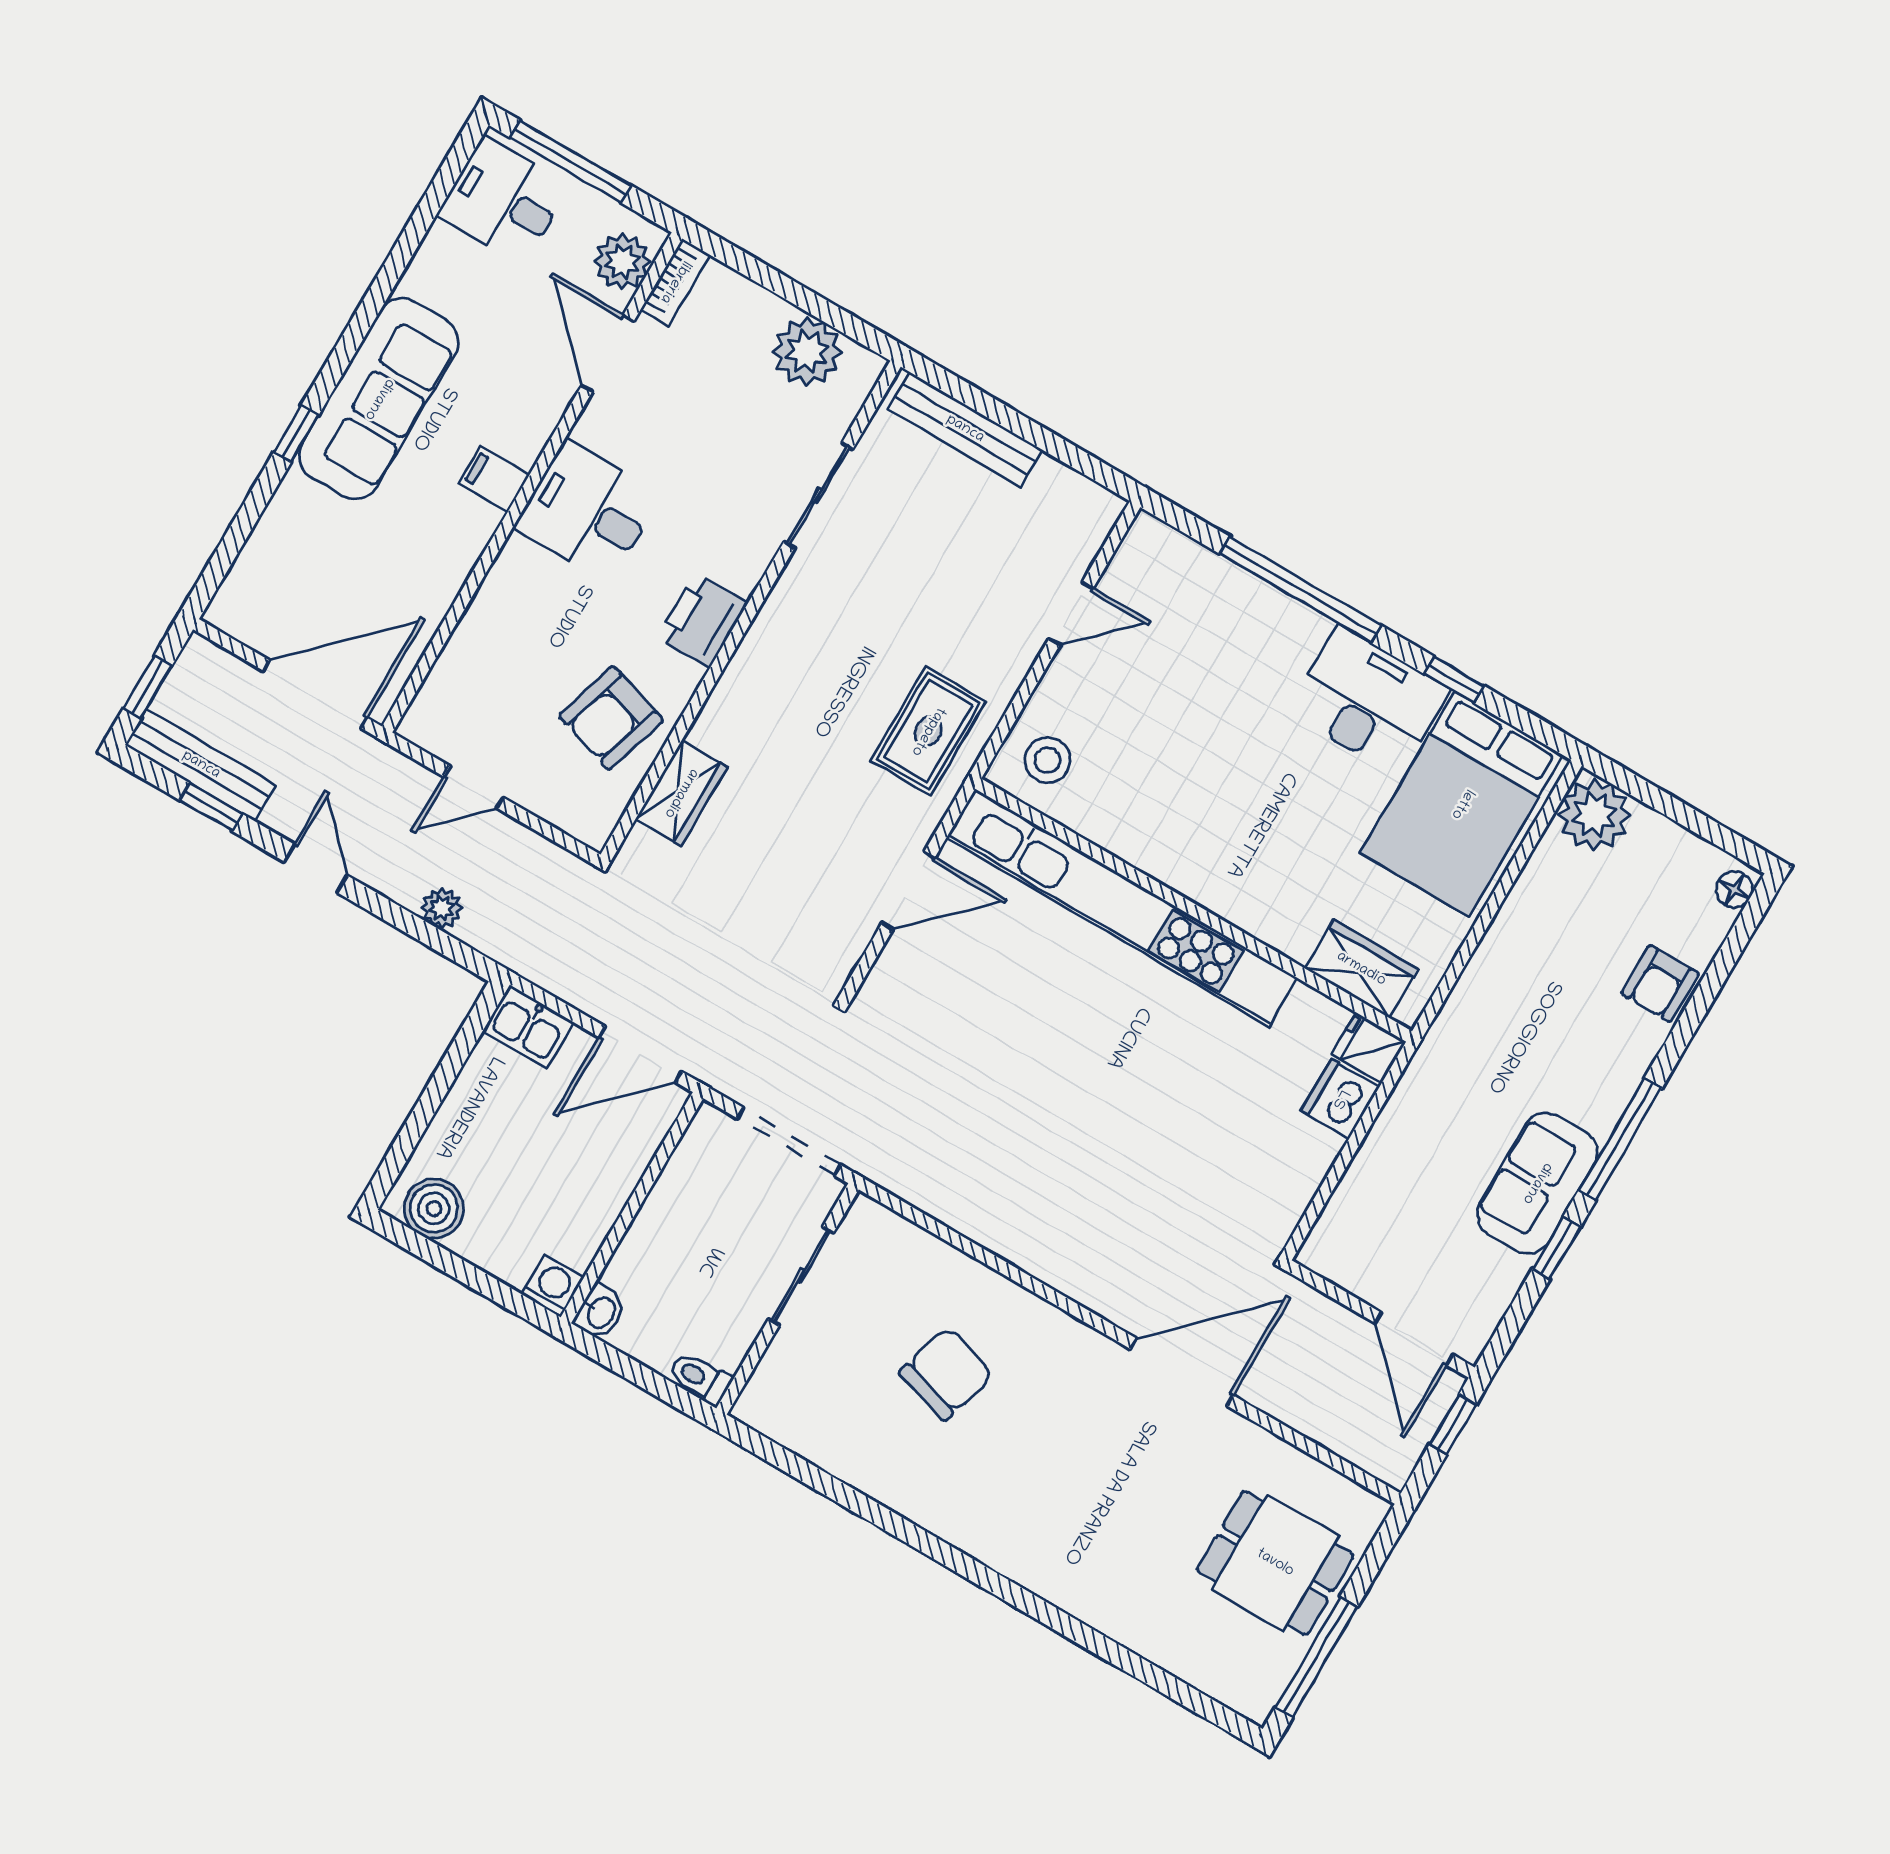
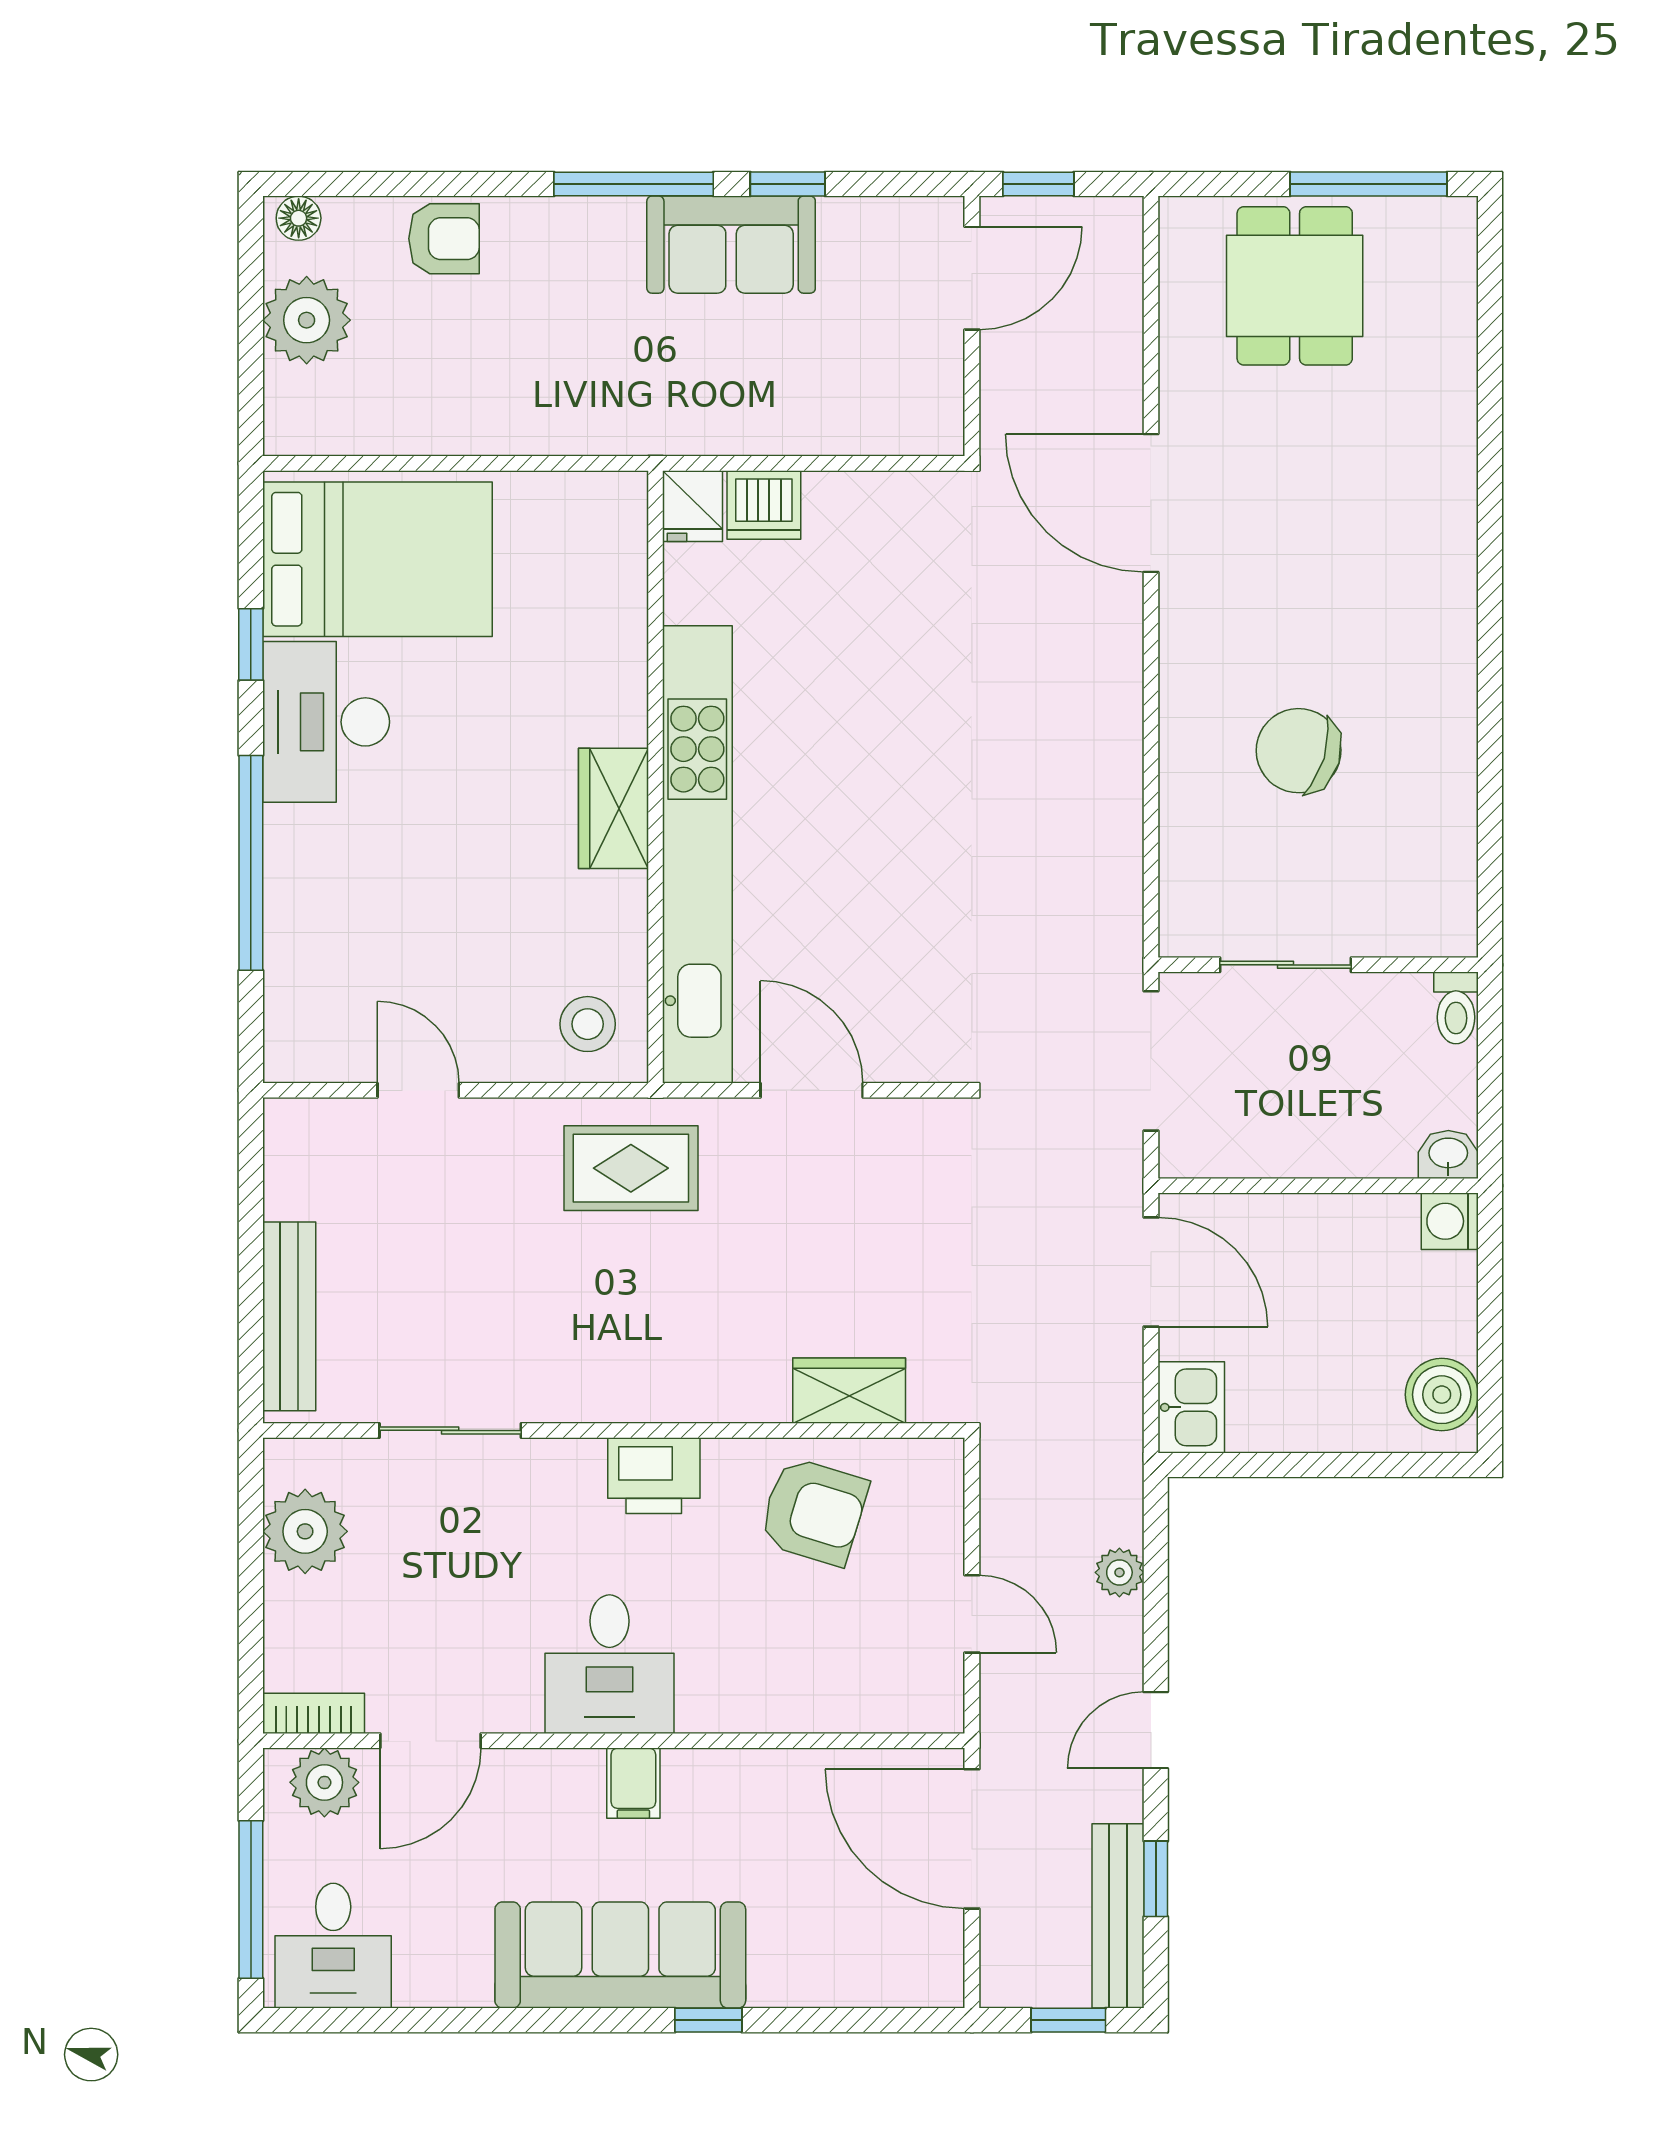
plant: (1594, 815) -> (307, 320), moved
wardrobe: (1361, 969) -> (613, 808), moved

